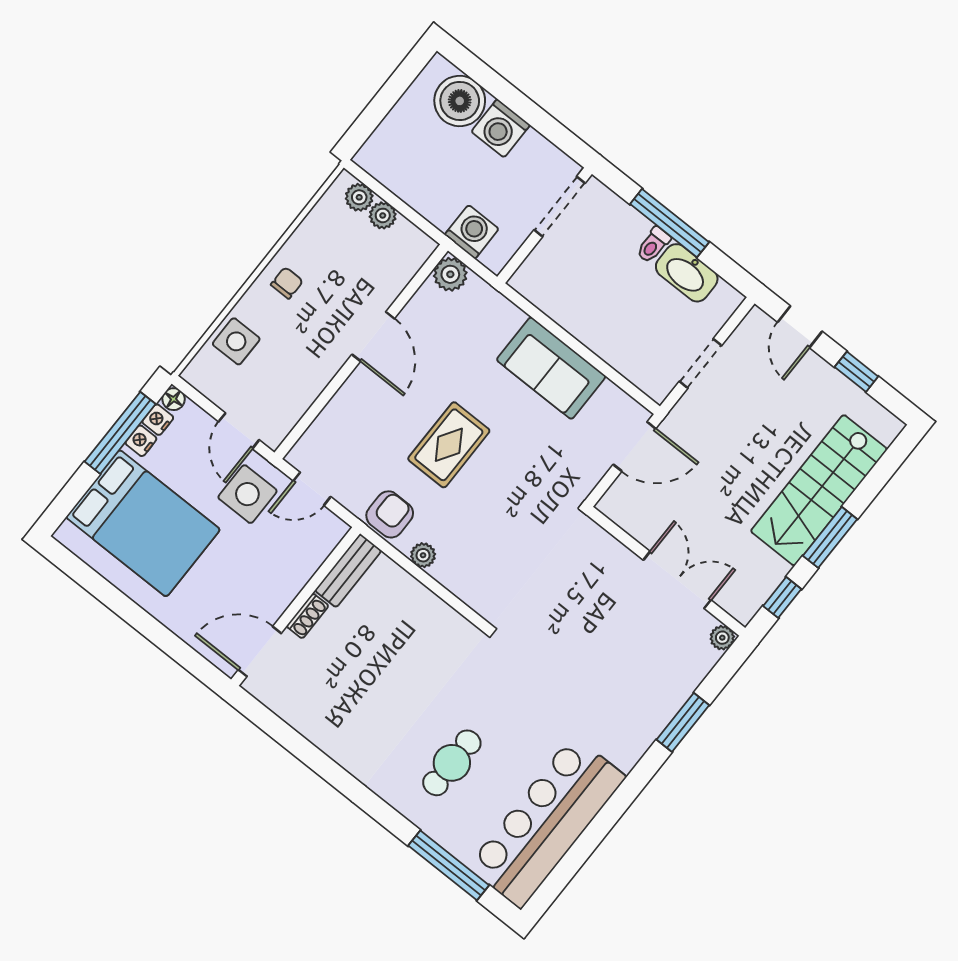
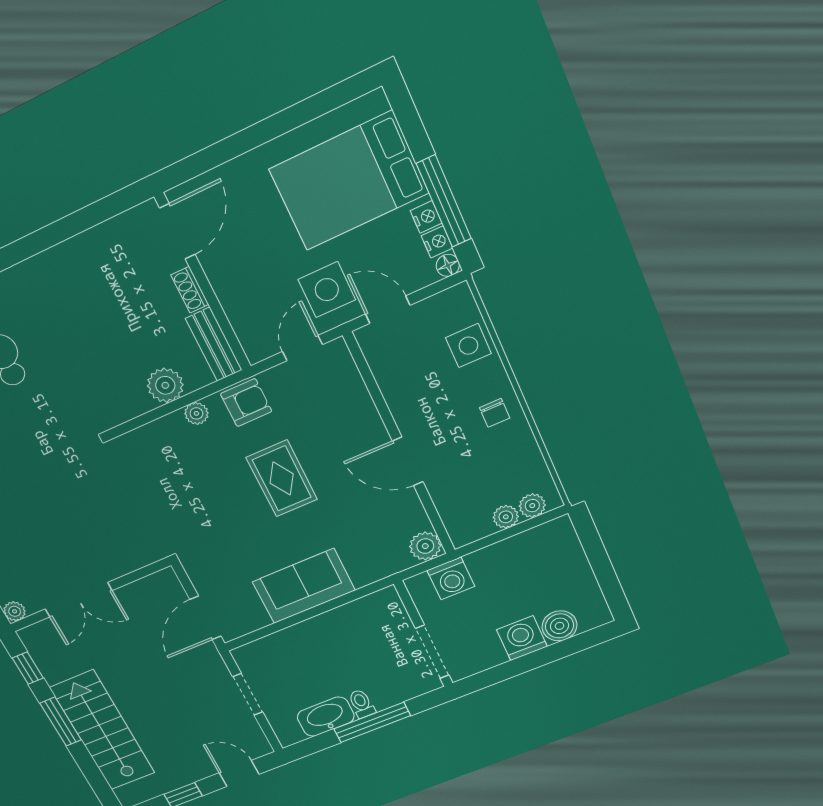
boiler: (460, 101) -> (560, 626), width x0.73, depth x0.73
armchair: (390, 514) -> (246, 403), turned -90
plant: (410, 597) -> (165, 385), added

